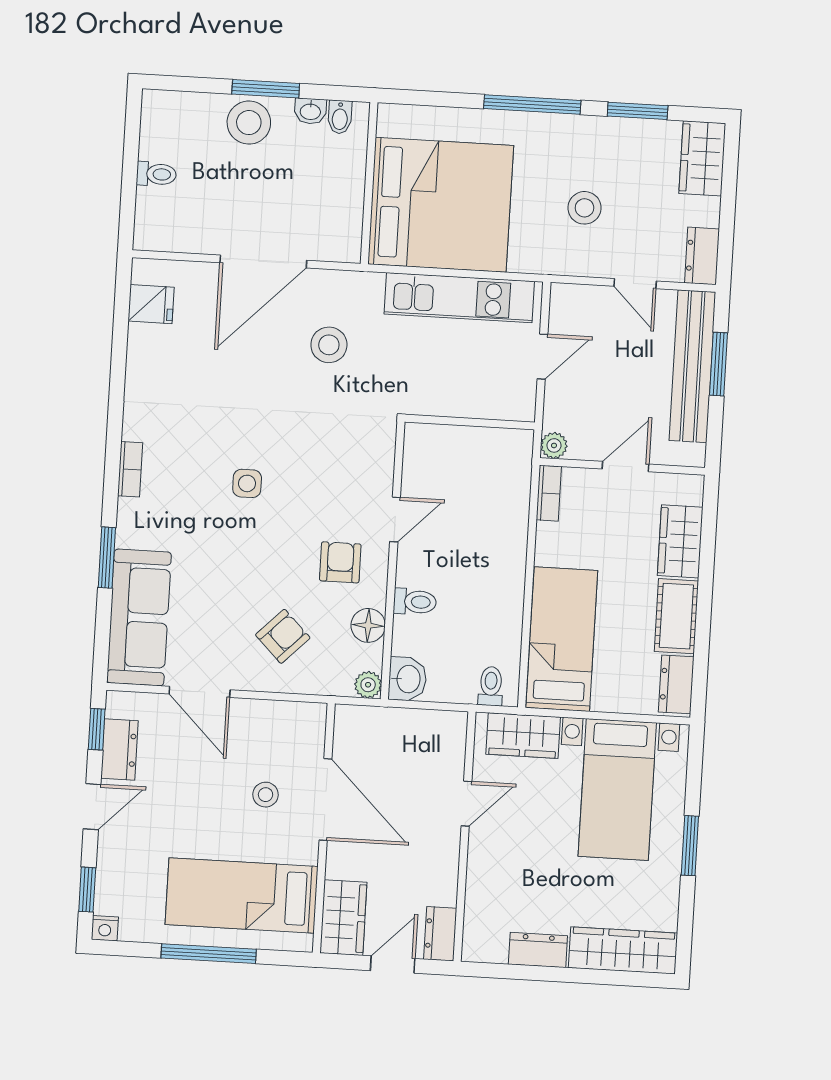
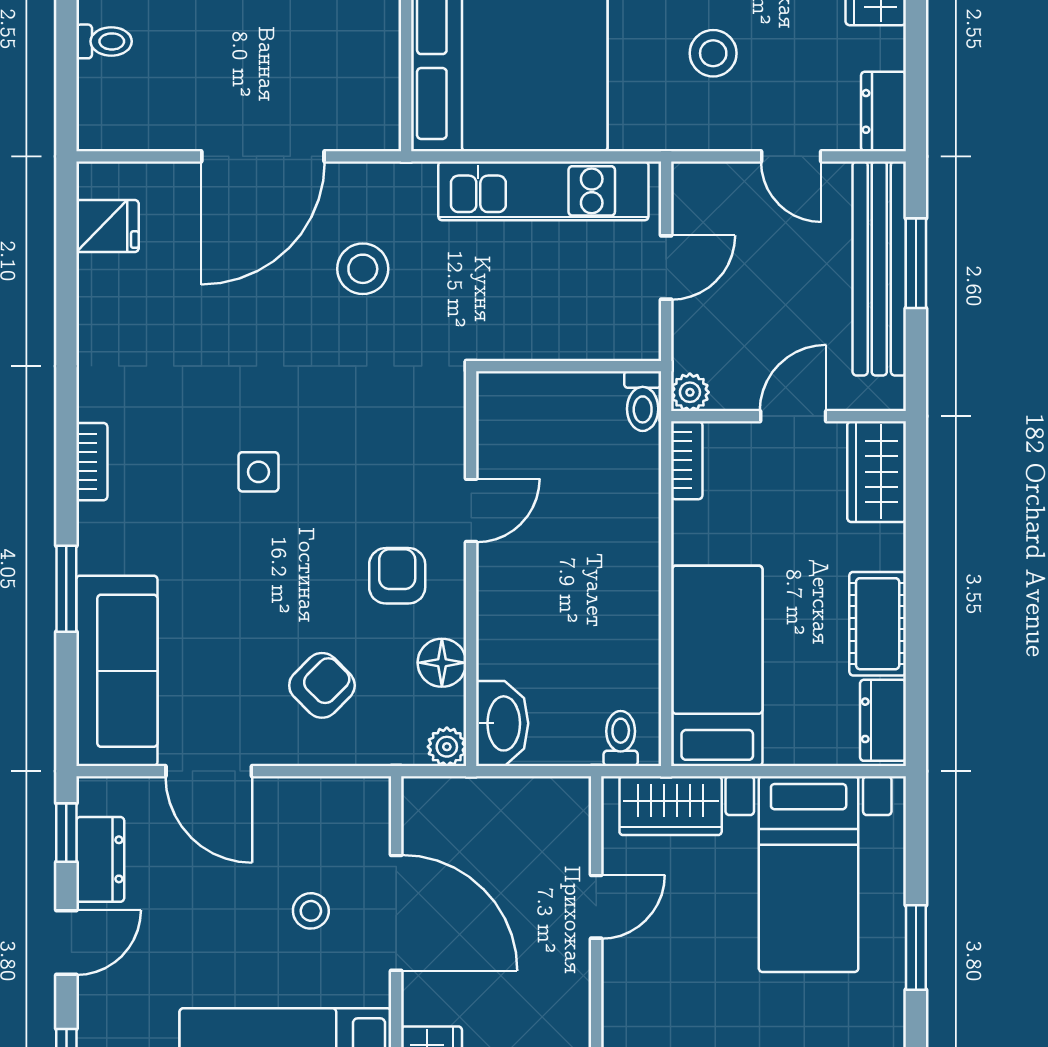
wardrobe: (680, 541) -> (877, 472), moved
toilet: (415, 602) -> (643, 401), moved, turned 90
washbasin: (407, 679) -> (502, 723), width x1.38

